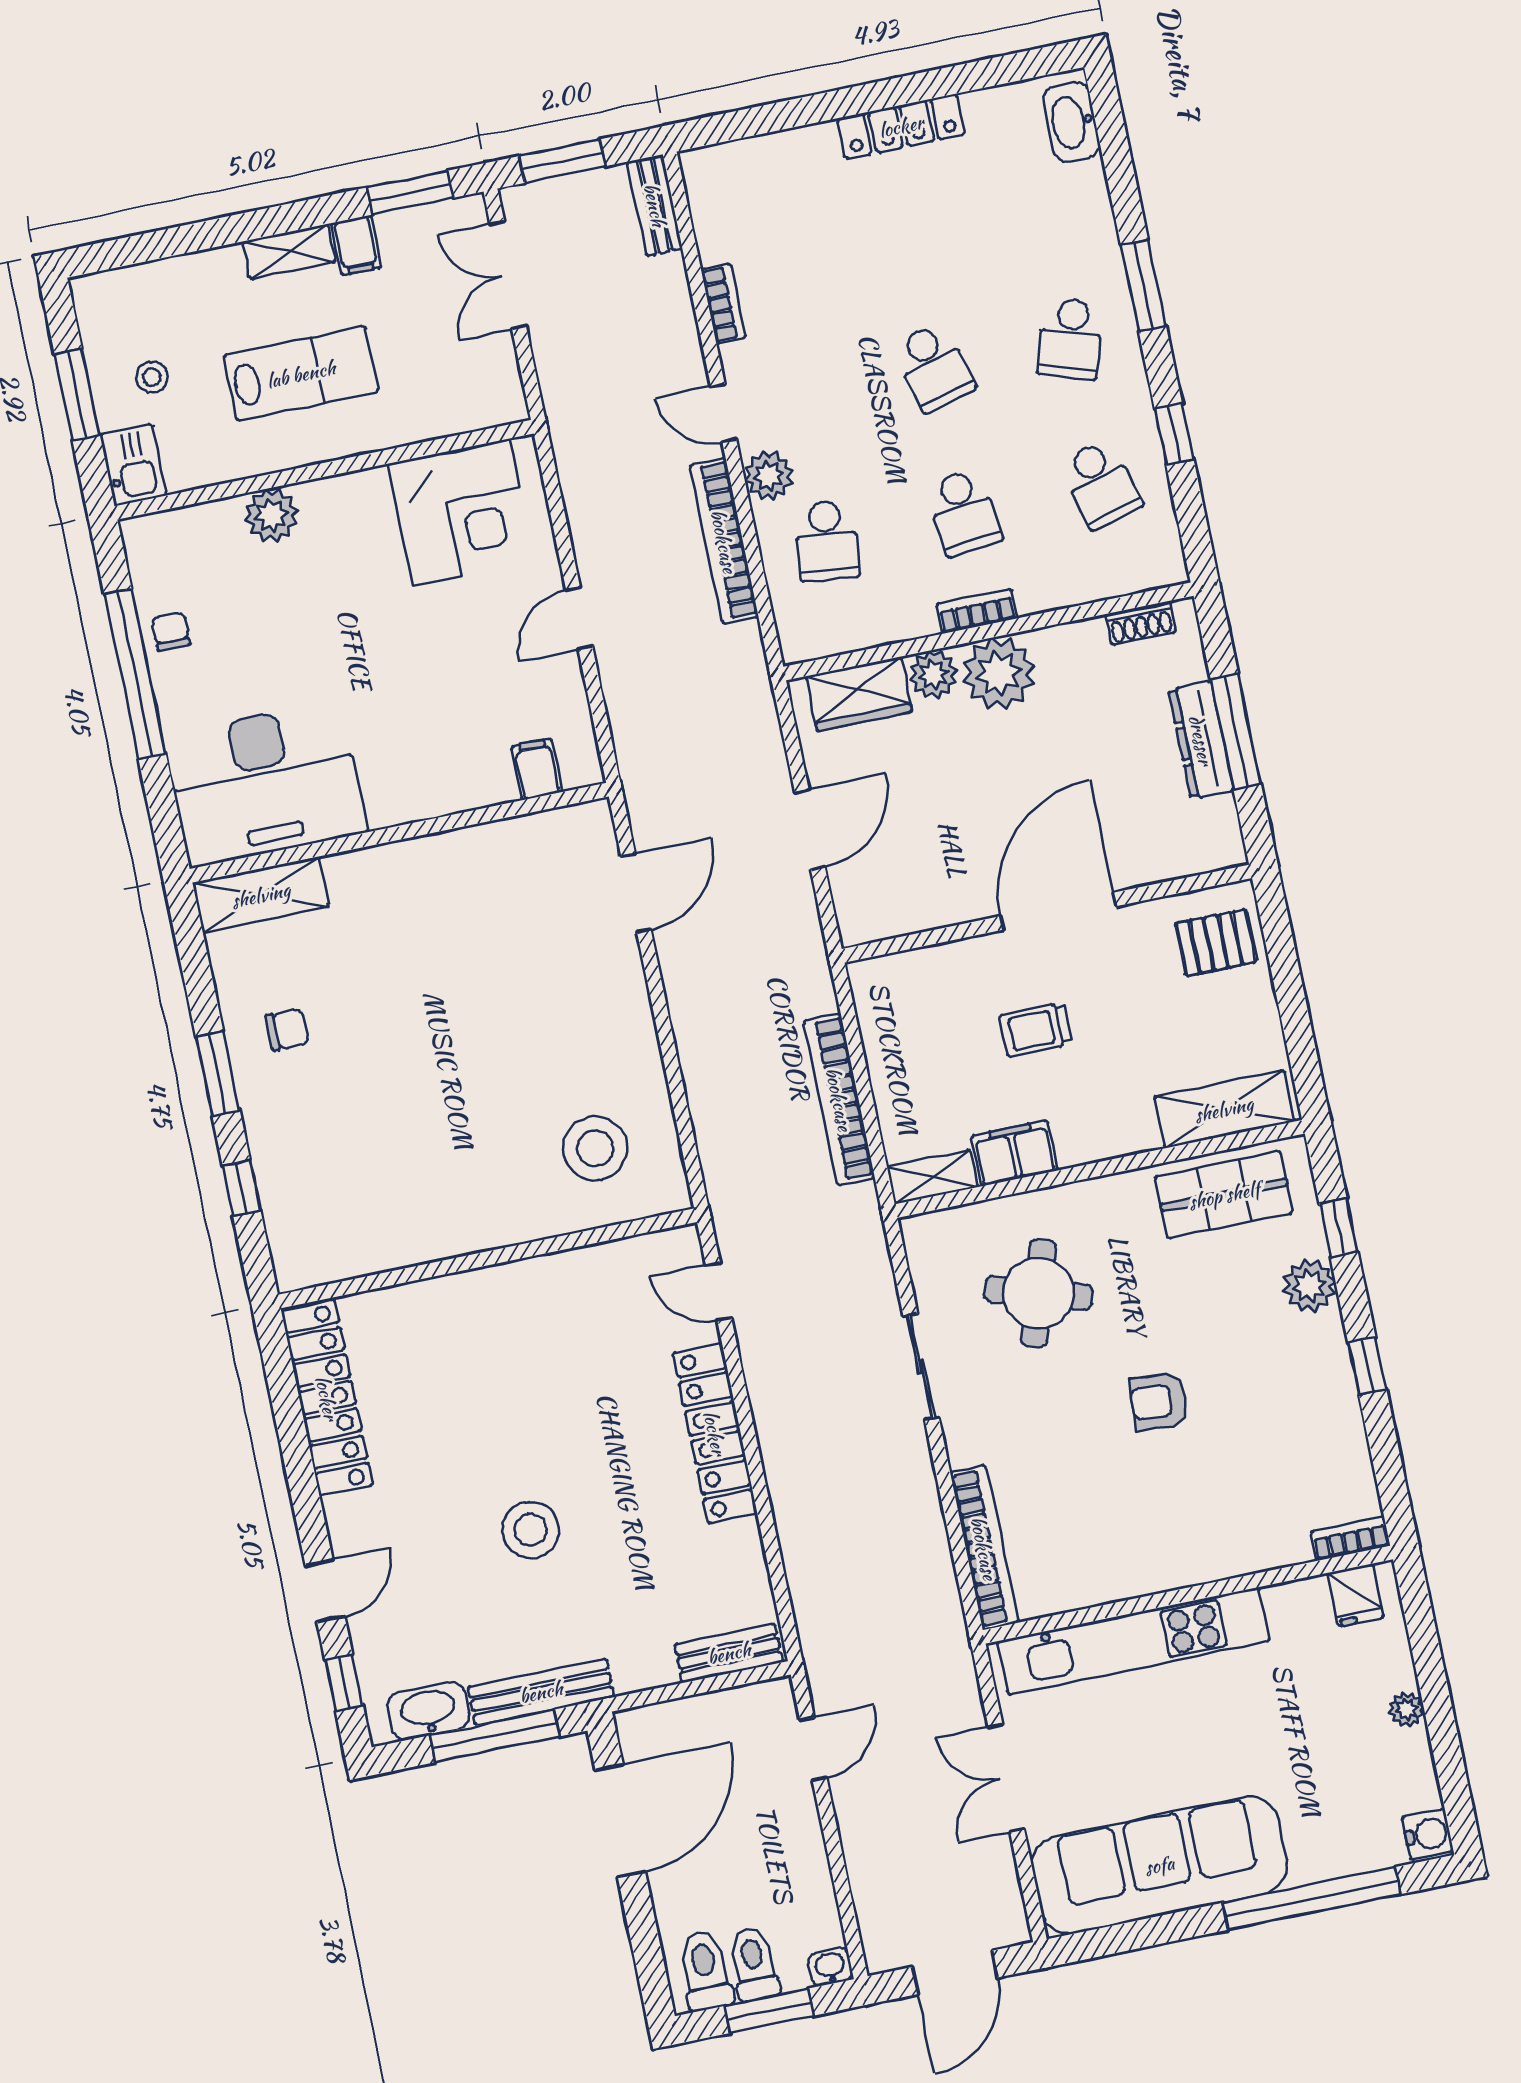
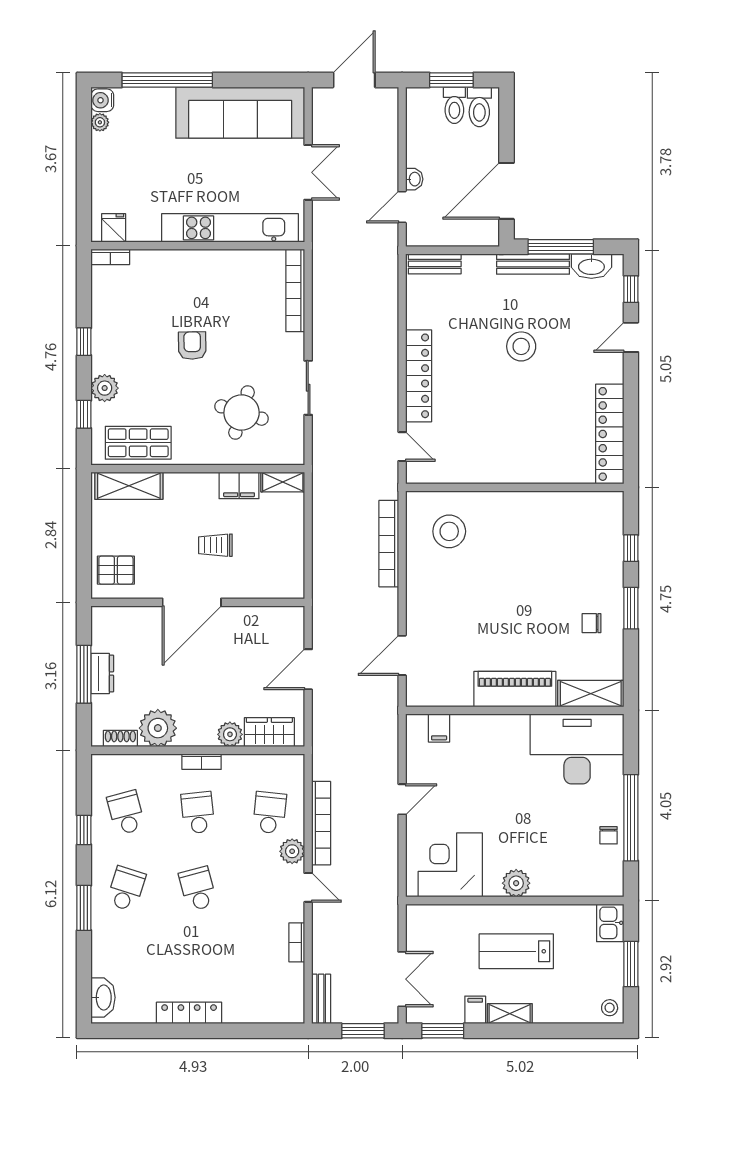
stool: (152, 377) -> (610, 1008), moved
plant: (271, 515) -> (516, 883), moved
plant: (999, 673) -> (158, 728), moved
dresser: (1201, 740) -> (102, 674), width x0.70
piano: (407, 873) -> (515, 689), added
trolley: (1036, 1030) -> (215, 545), turned 180
bookcase: (839, 1099) -> (389, 544), moved, turned 180
armchair: (1159, 1401) -> (192, 346), turned -95
plant: (1407, 1709) -> (100, 122), moved
washbasin: (830, 1967) -> (414, 179), moved, turned -90

